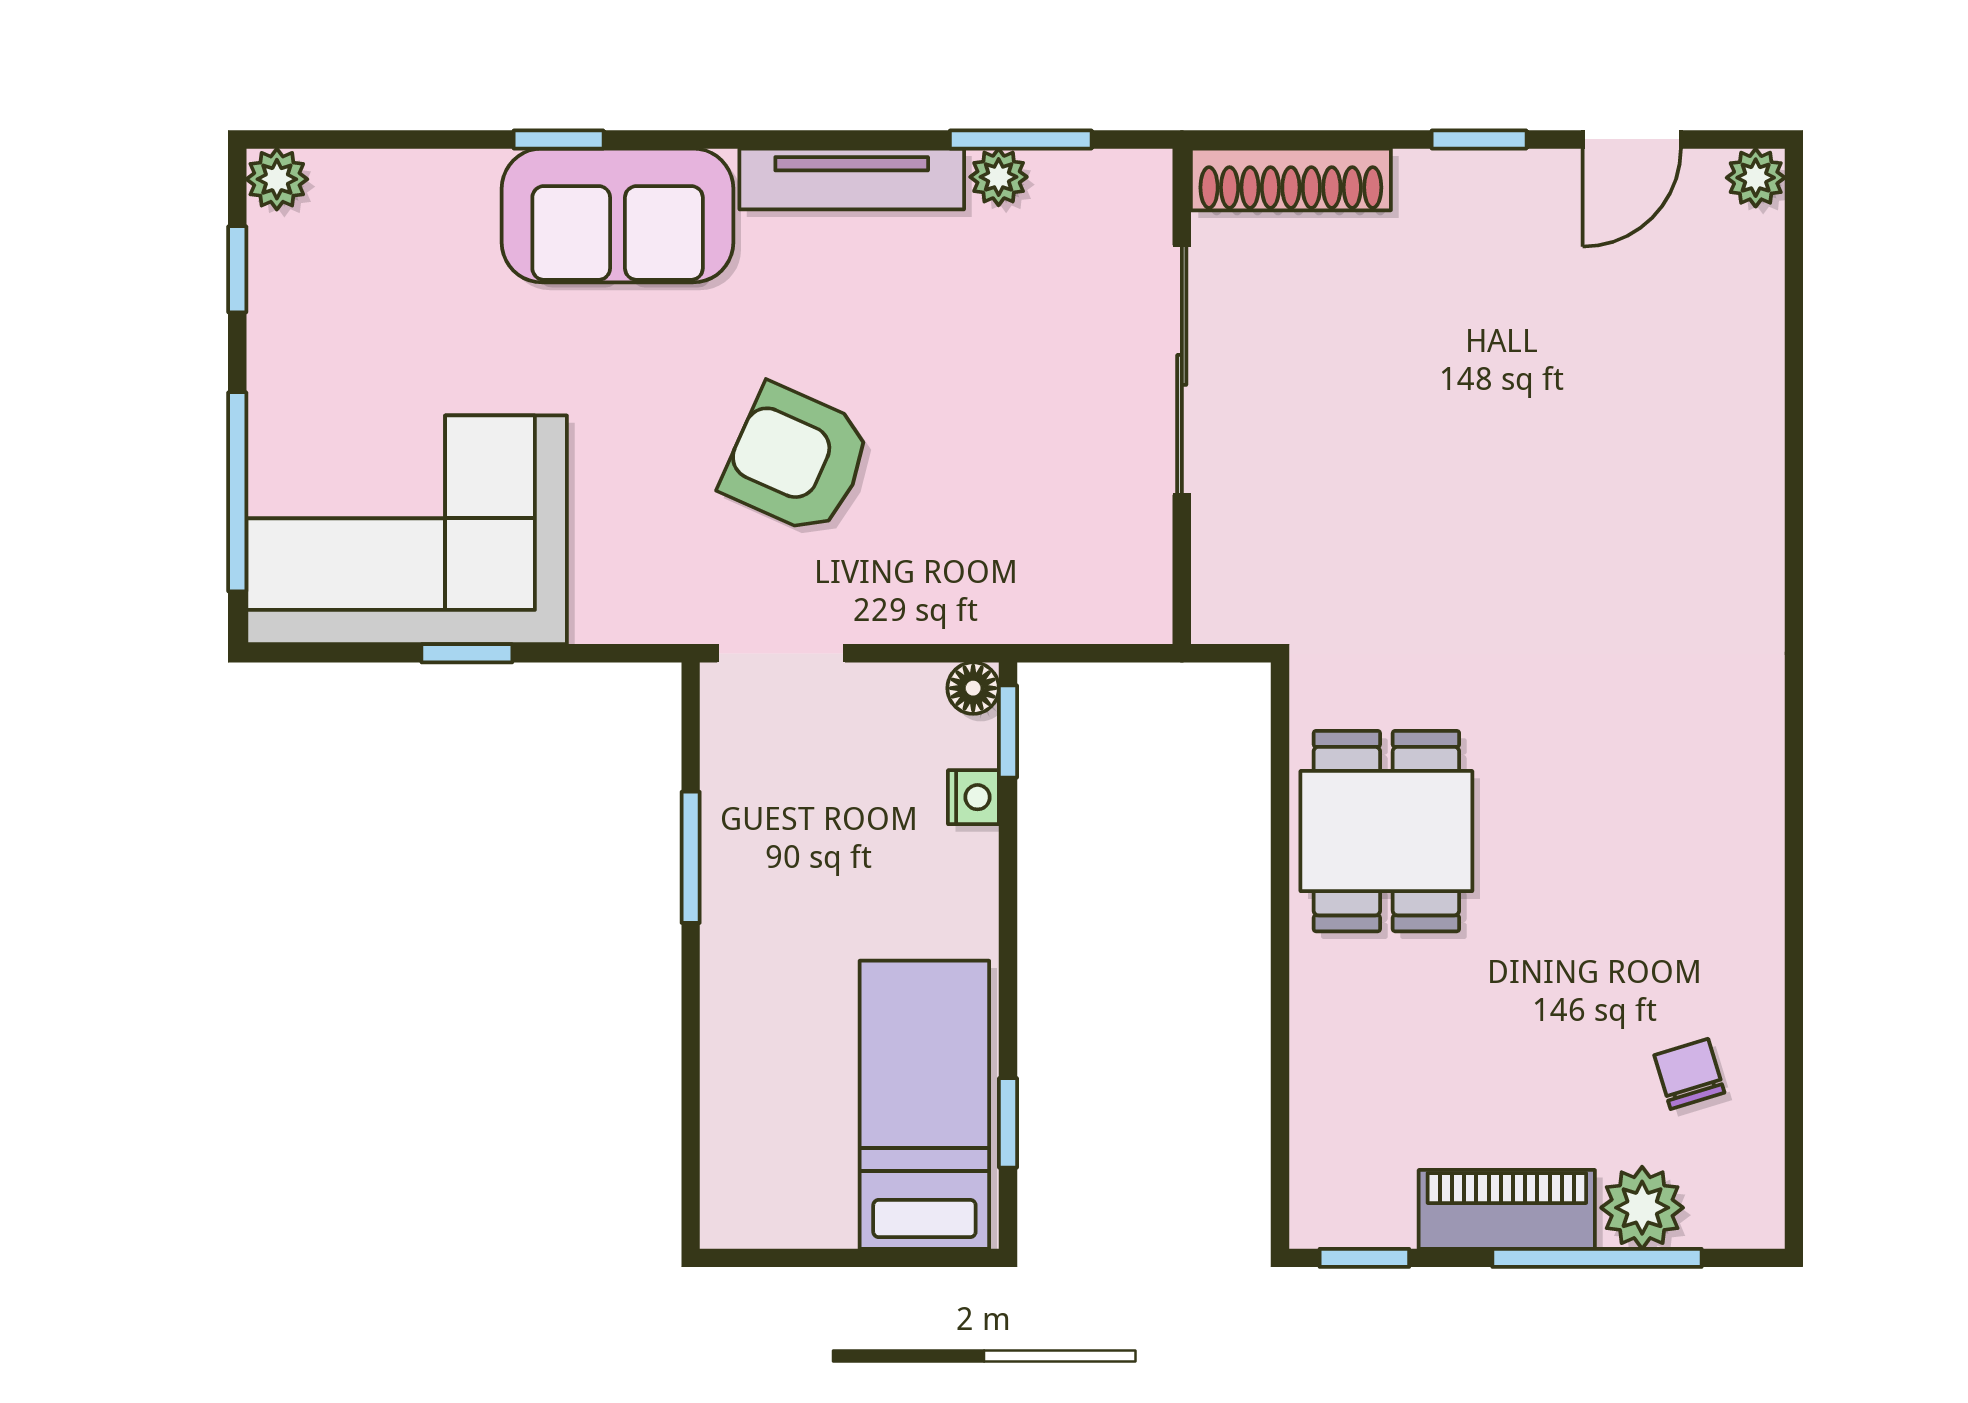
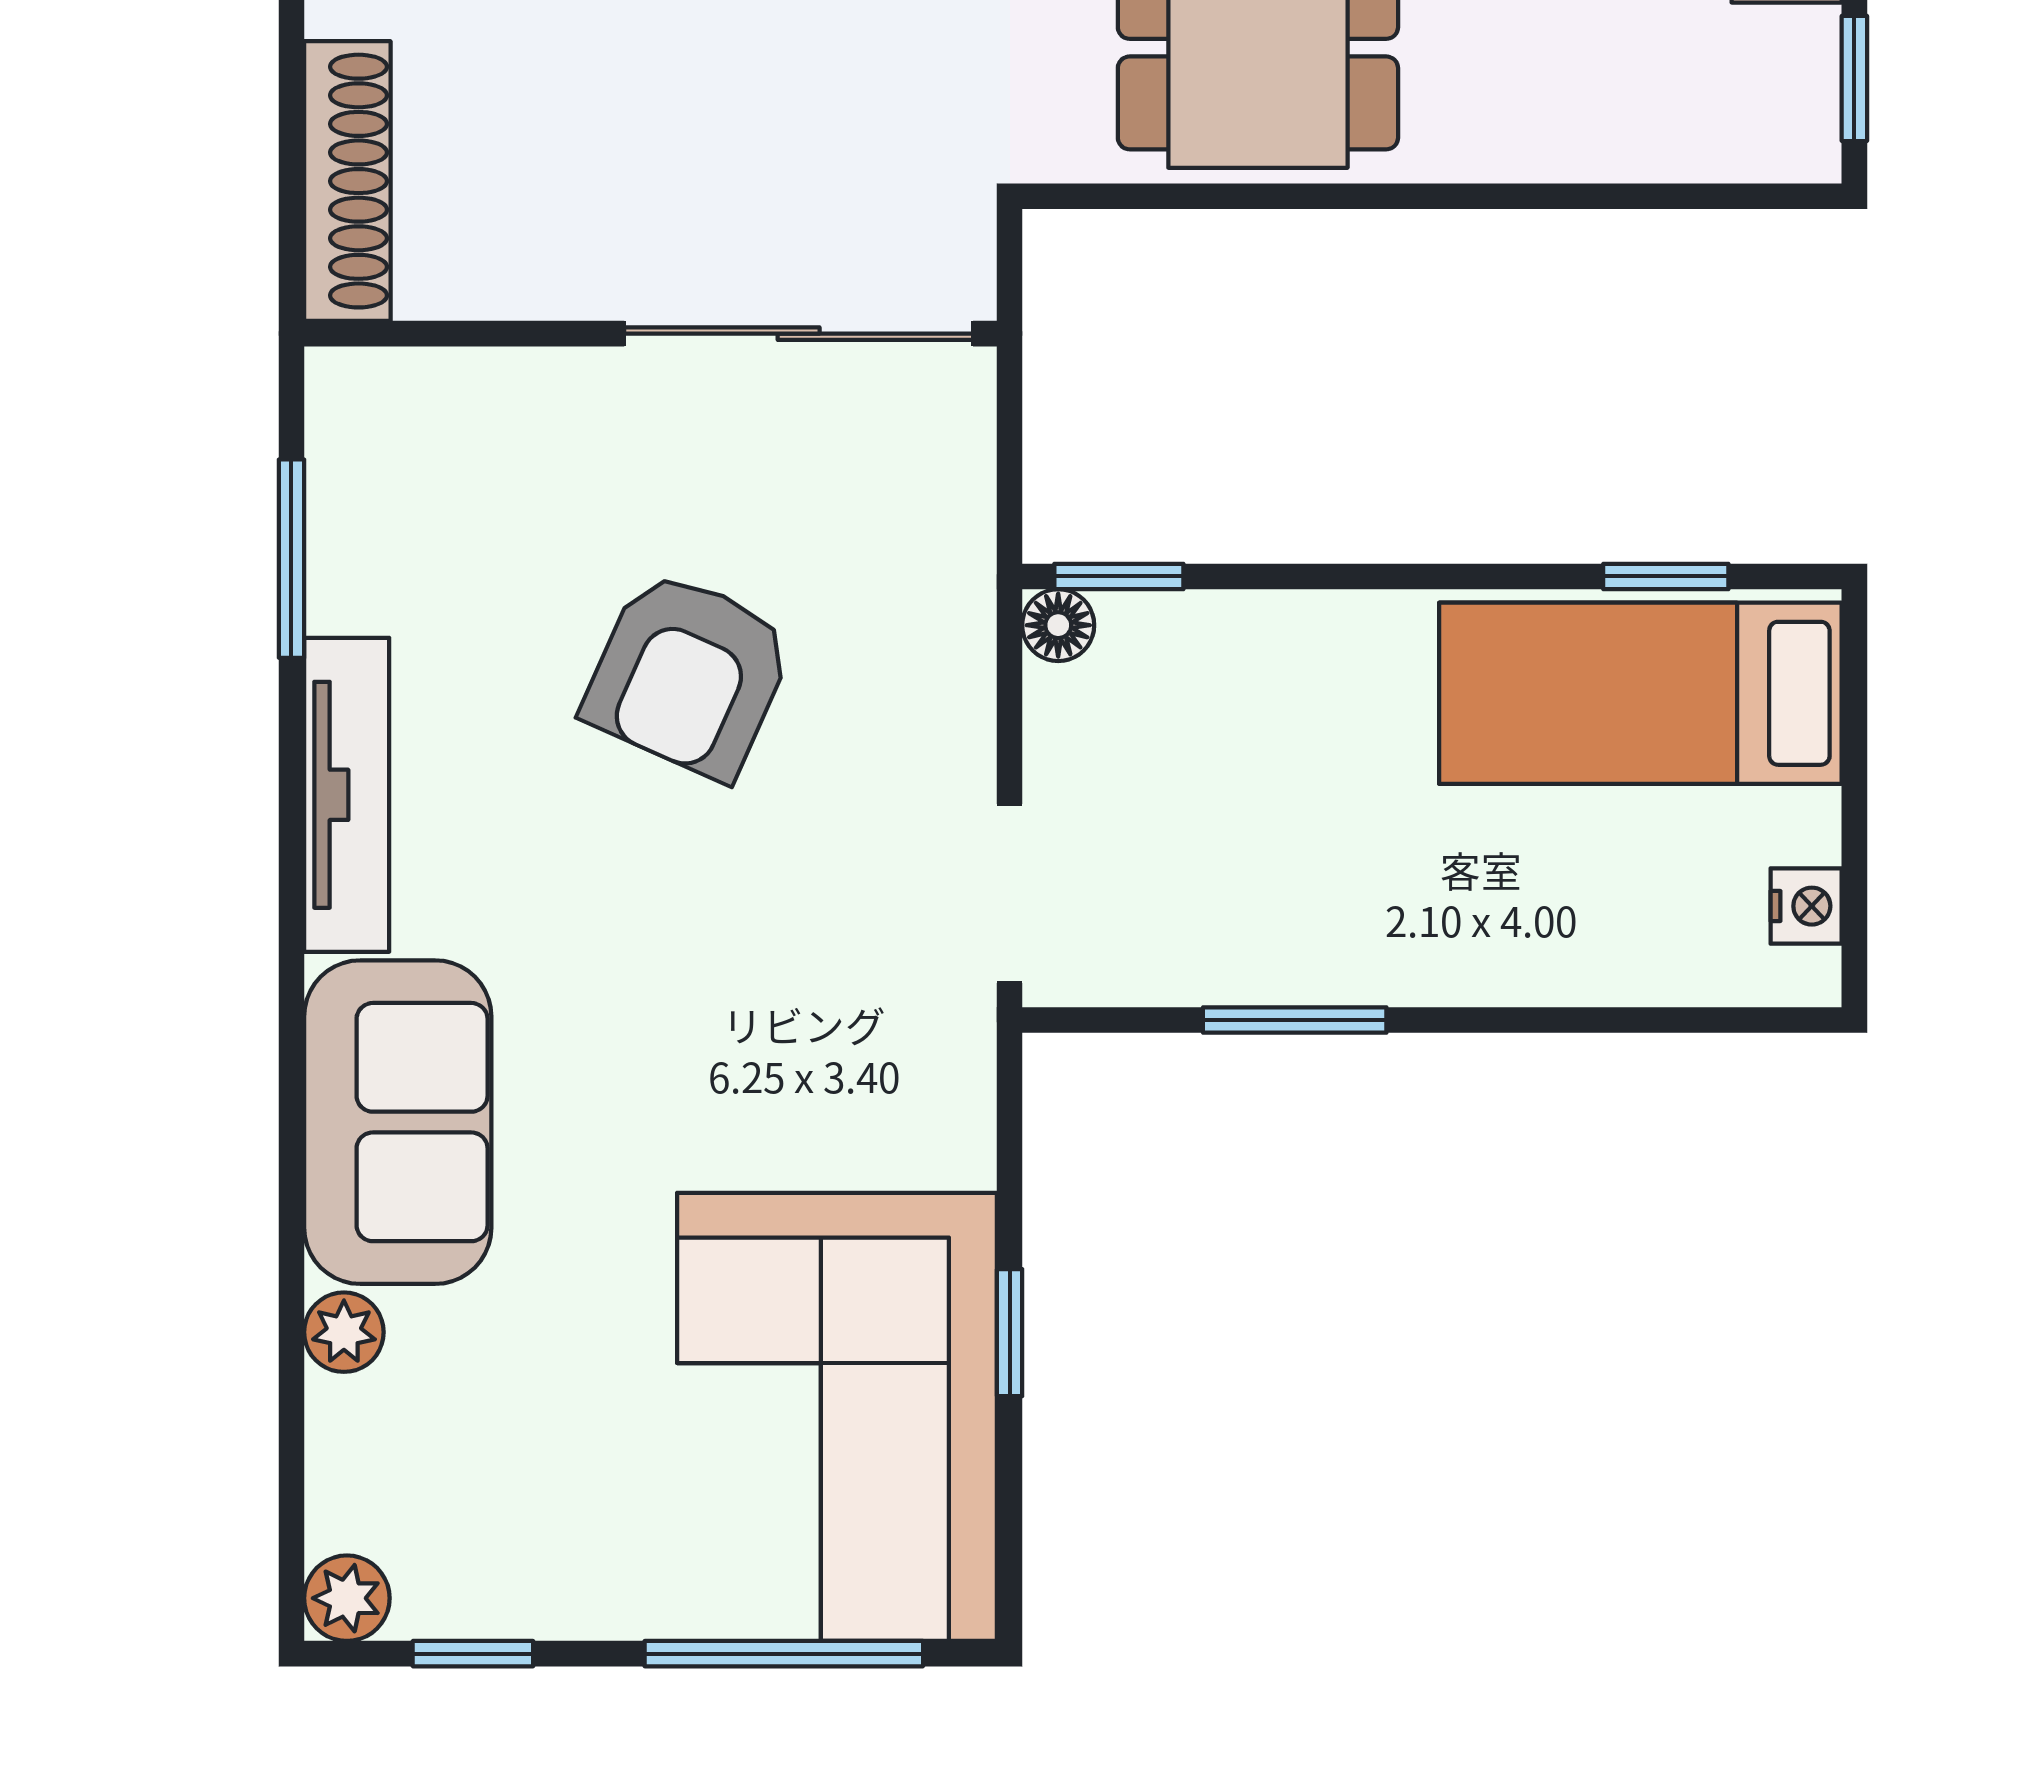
window: (559, 139) -> (291, 1205), removed
plant: (999, 177) -> (344, 1332), moved
sliding door: (1182, 370) -> (799, 334), moved
armchair: (797, 460) -> (689, 674), moved
nightstand: (973, 797) -> (1806, 906), moved, turned 90

